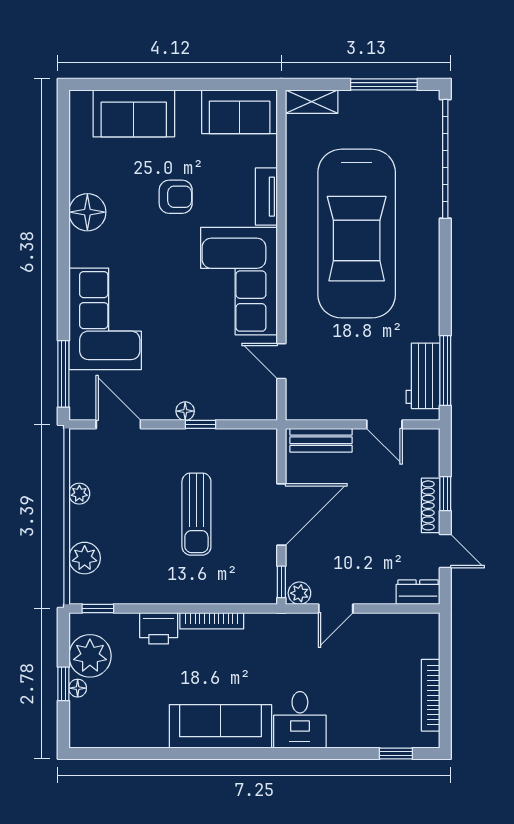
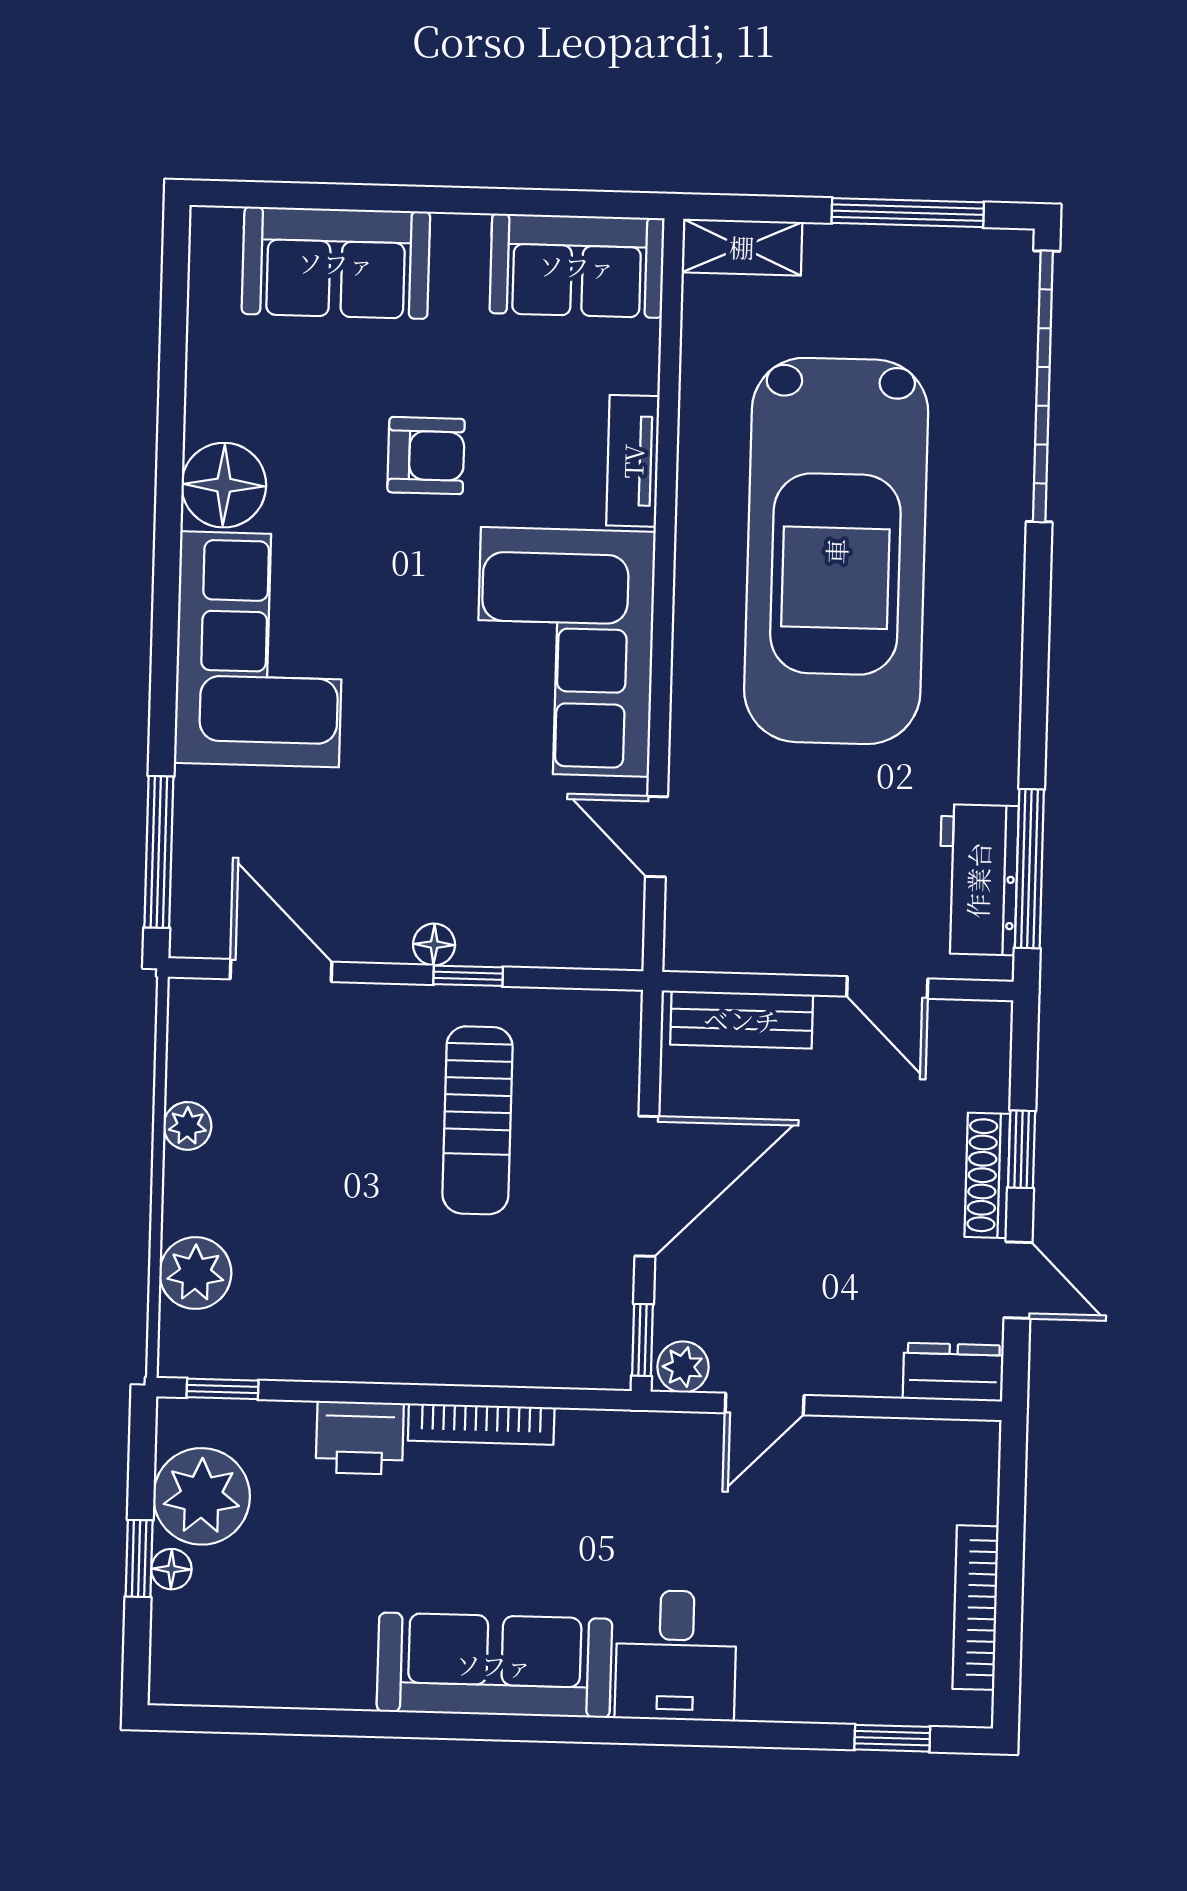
corner sofa: (105, 319) -> (260, 649), moved
sun lounger: (196, 514) -> (478, 1120), moved

